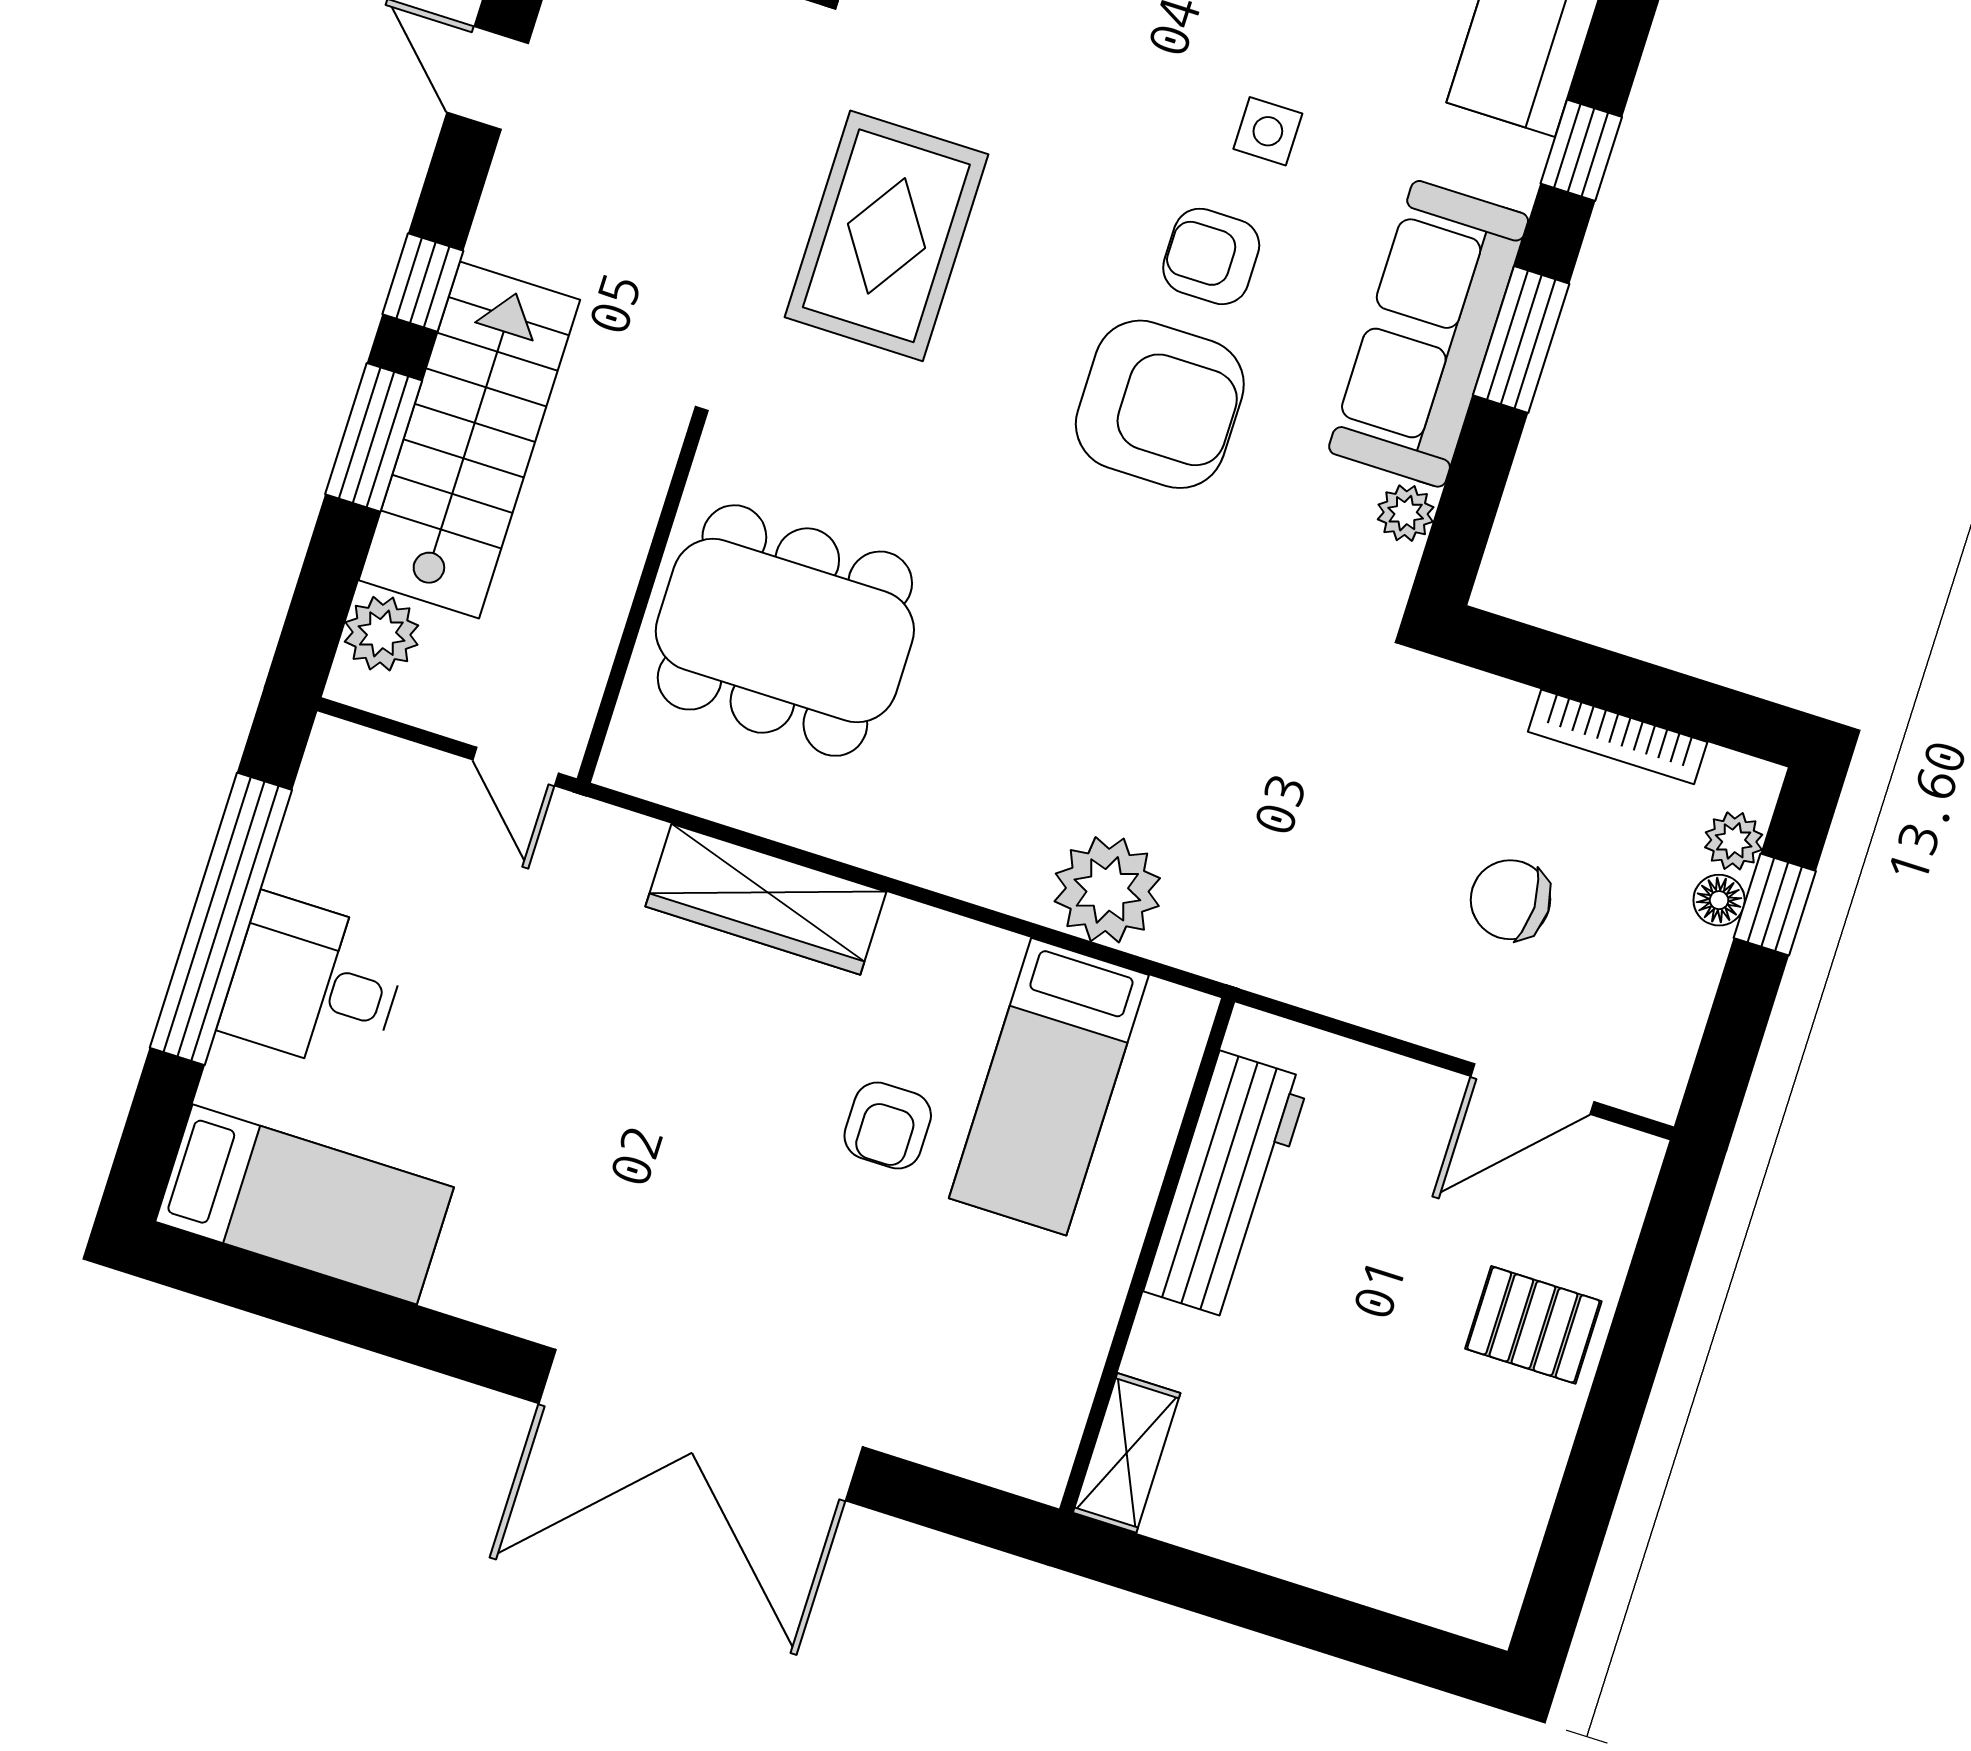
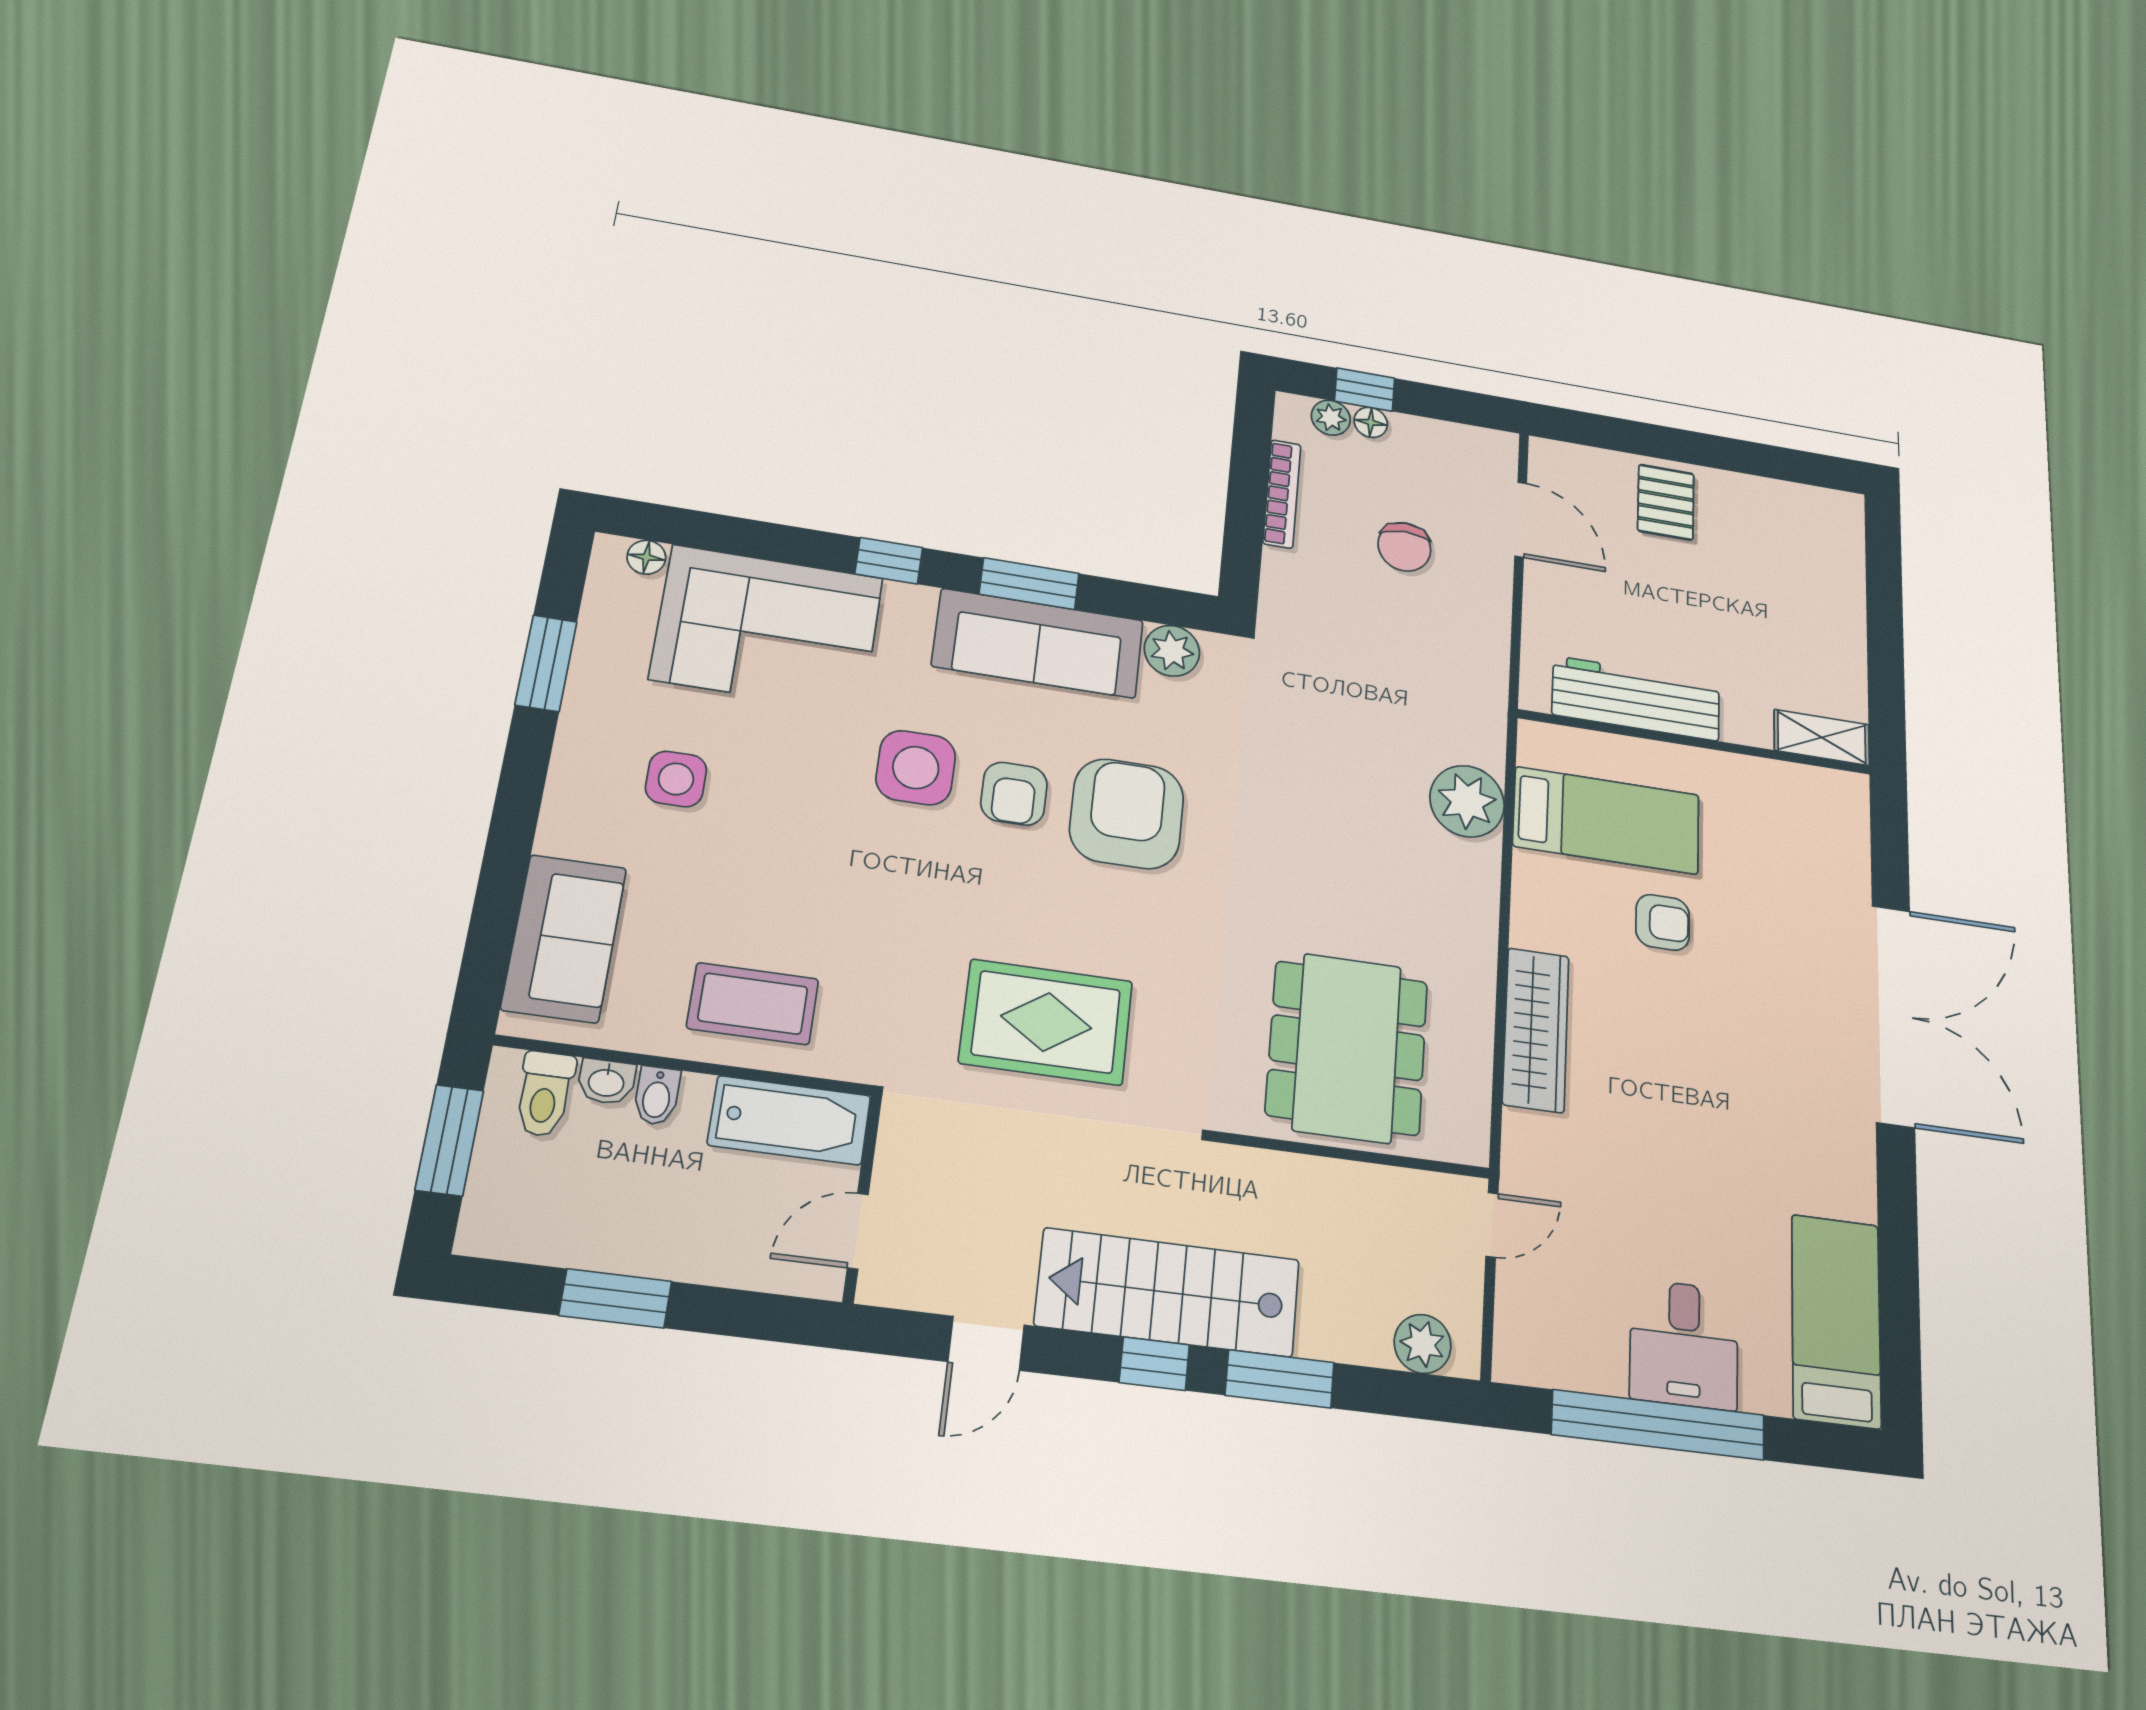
side table: (1268, 131) -> (916, 768), width x1.87, depth x1.87
stairs: (469, 440) -> (1168, 1292), moved
plant: (1406, 513) -> (1172, 651), width x1.38, depth x1.38

